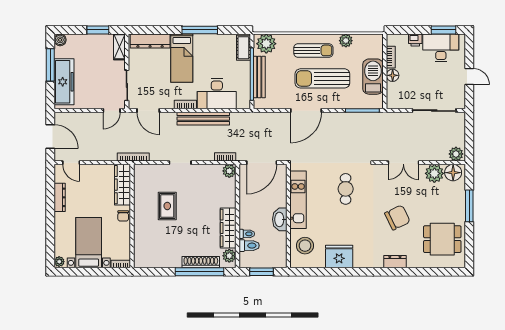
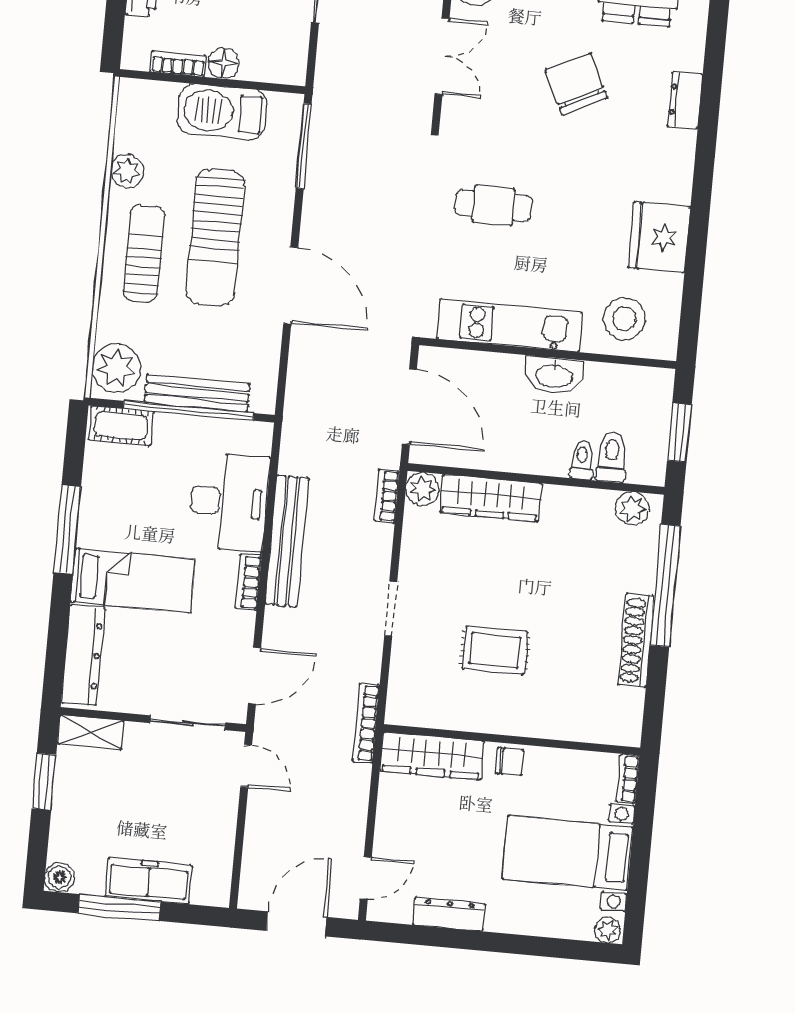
freezer: (64, 82) -> (148, 881), width x0.73, depth x0.79
wardrobe: (228, 228) -> (491, 498), moved
shoe rack: (201, 262) -> (636, 640), moved

